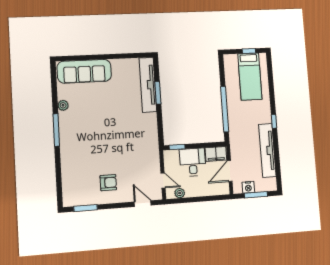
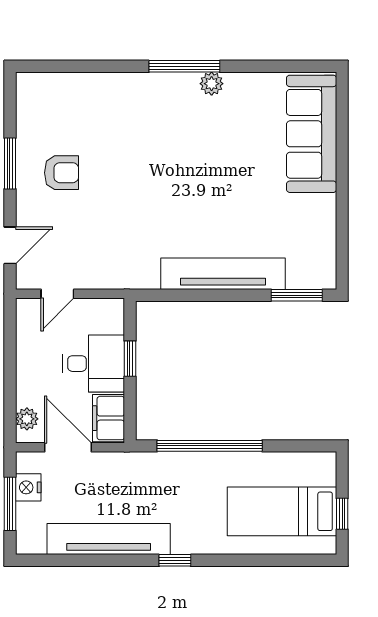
tv unit: (148, 85) -> (223, 274), moved
window: (158, 93) -> (297, 295), moved
plant: (63, 105) -> (212, 84), moved
window: (177, 147) -> (130, 359), moved
armchair: (108, 183) -> (62, 173), turned -90
plant: (180, 193) -> (27, 419), moved
window: (86, 208) -> (10, 163), moved

